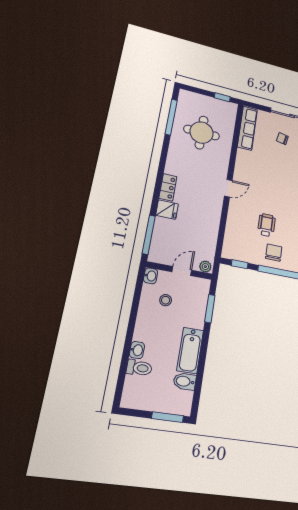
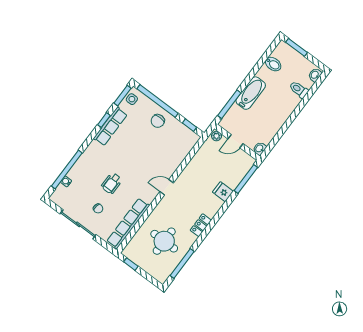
row of seats: (247, 128) -> (128, 223), width x1.36
locker: (168, 187) -> (201, 225), moved
wheelchair: (266, 225) -> (112, 183), moved
stool: (166, 300) -> (258, 126), removed
window: (210, 309) -> (229, 104), width x1.44
washbasin: (137, 350) -> (315, 75), moved
bathtub: (190, 350) -> (251, 93), moved

